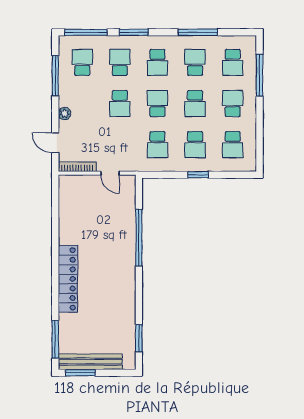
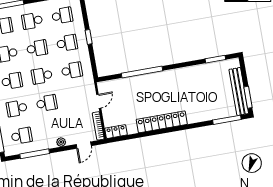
school desk: (82, 62) -> (22, 136), turned 180
locker: (66, 189) -> (116, 132), added
locker: (68, 279) -> (162, 122), moved

